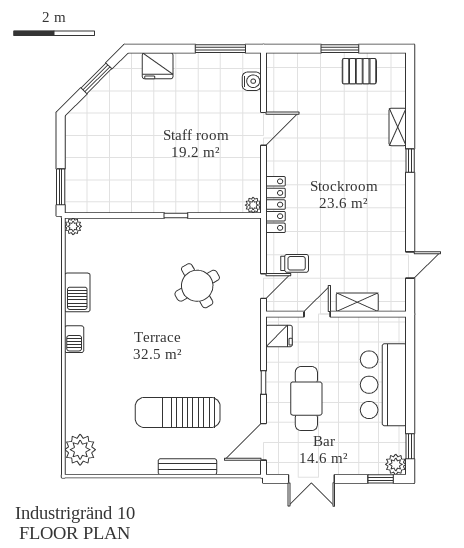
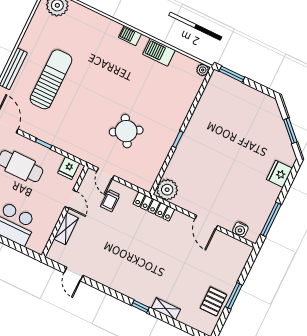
plant: (253, 205) -> (167, 190), width x1.87, depth x1.87

